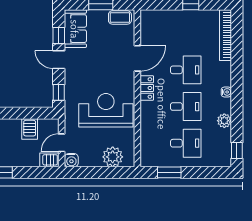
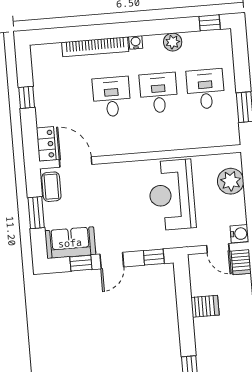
bookcase: (226, 35) -> (95, 47), moved
door: (137, 58) -> (76, 162), moved
locker: (147, 88) -> (46, 144), moved, turned 90
server rack: (30, 129) -> (205, 306), moved

